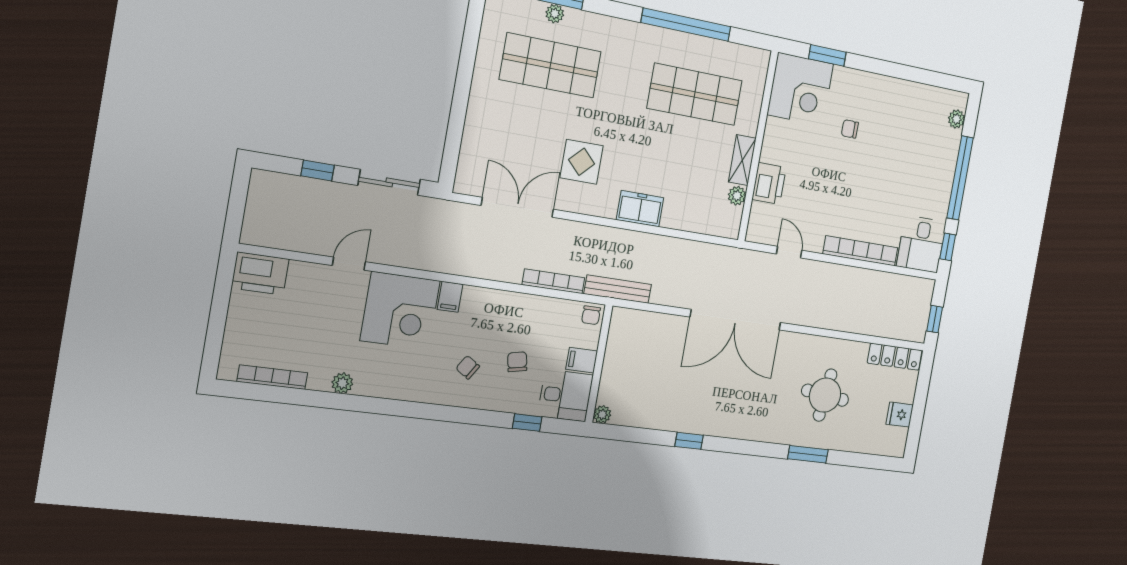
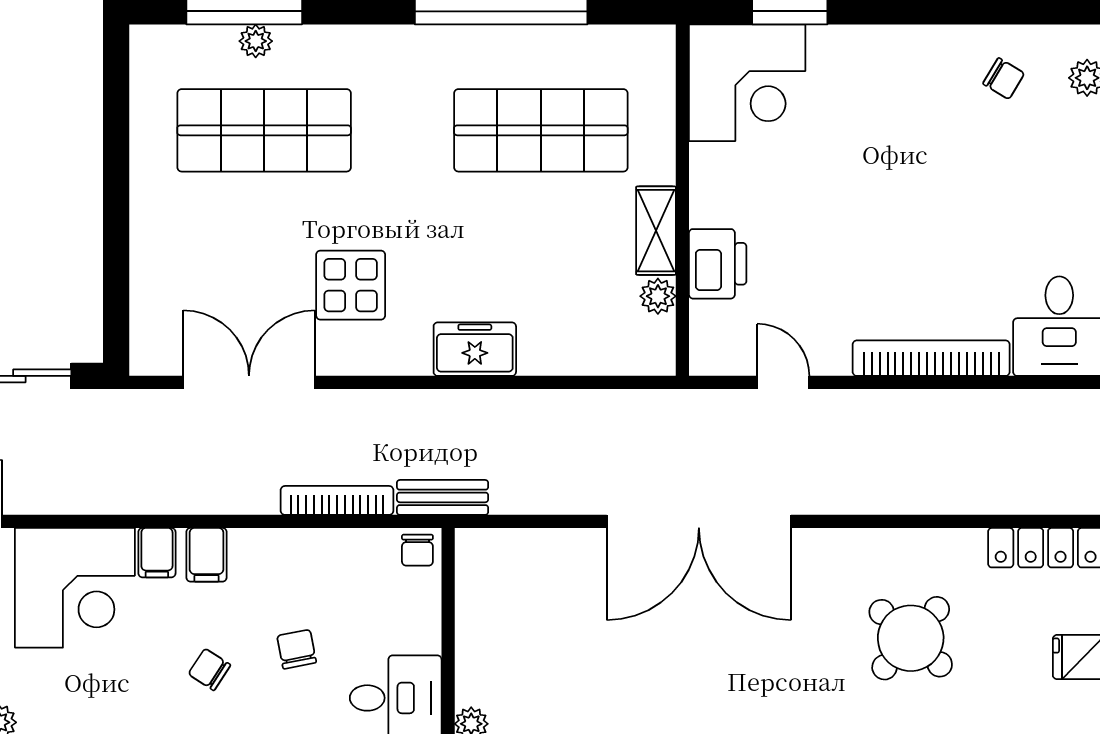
chair: (850, 129) -> (1004, 79), moved, turned -149
bench: (618, 289) -> (443, 497), width x0.73
filing cabinet: (582, 360) -> (207, 555), moved, turned -90
round table: (825, 395) -> (911, 638), turned 35

